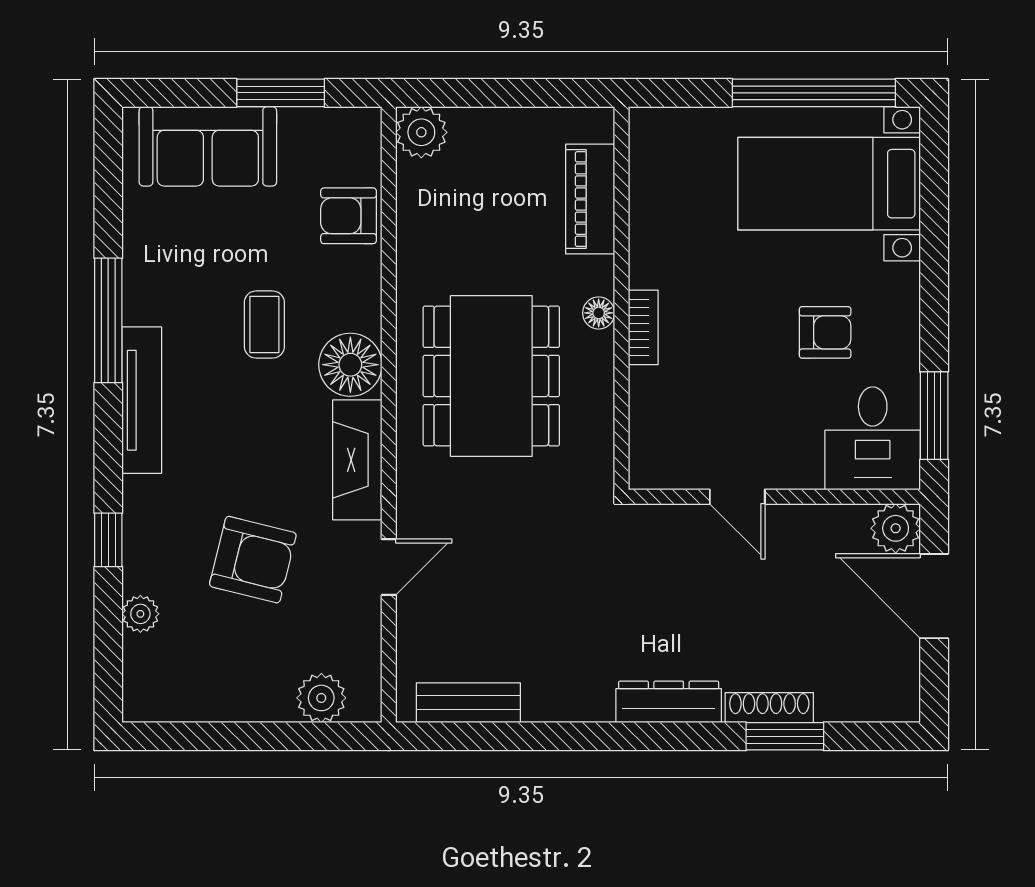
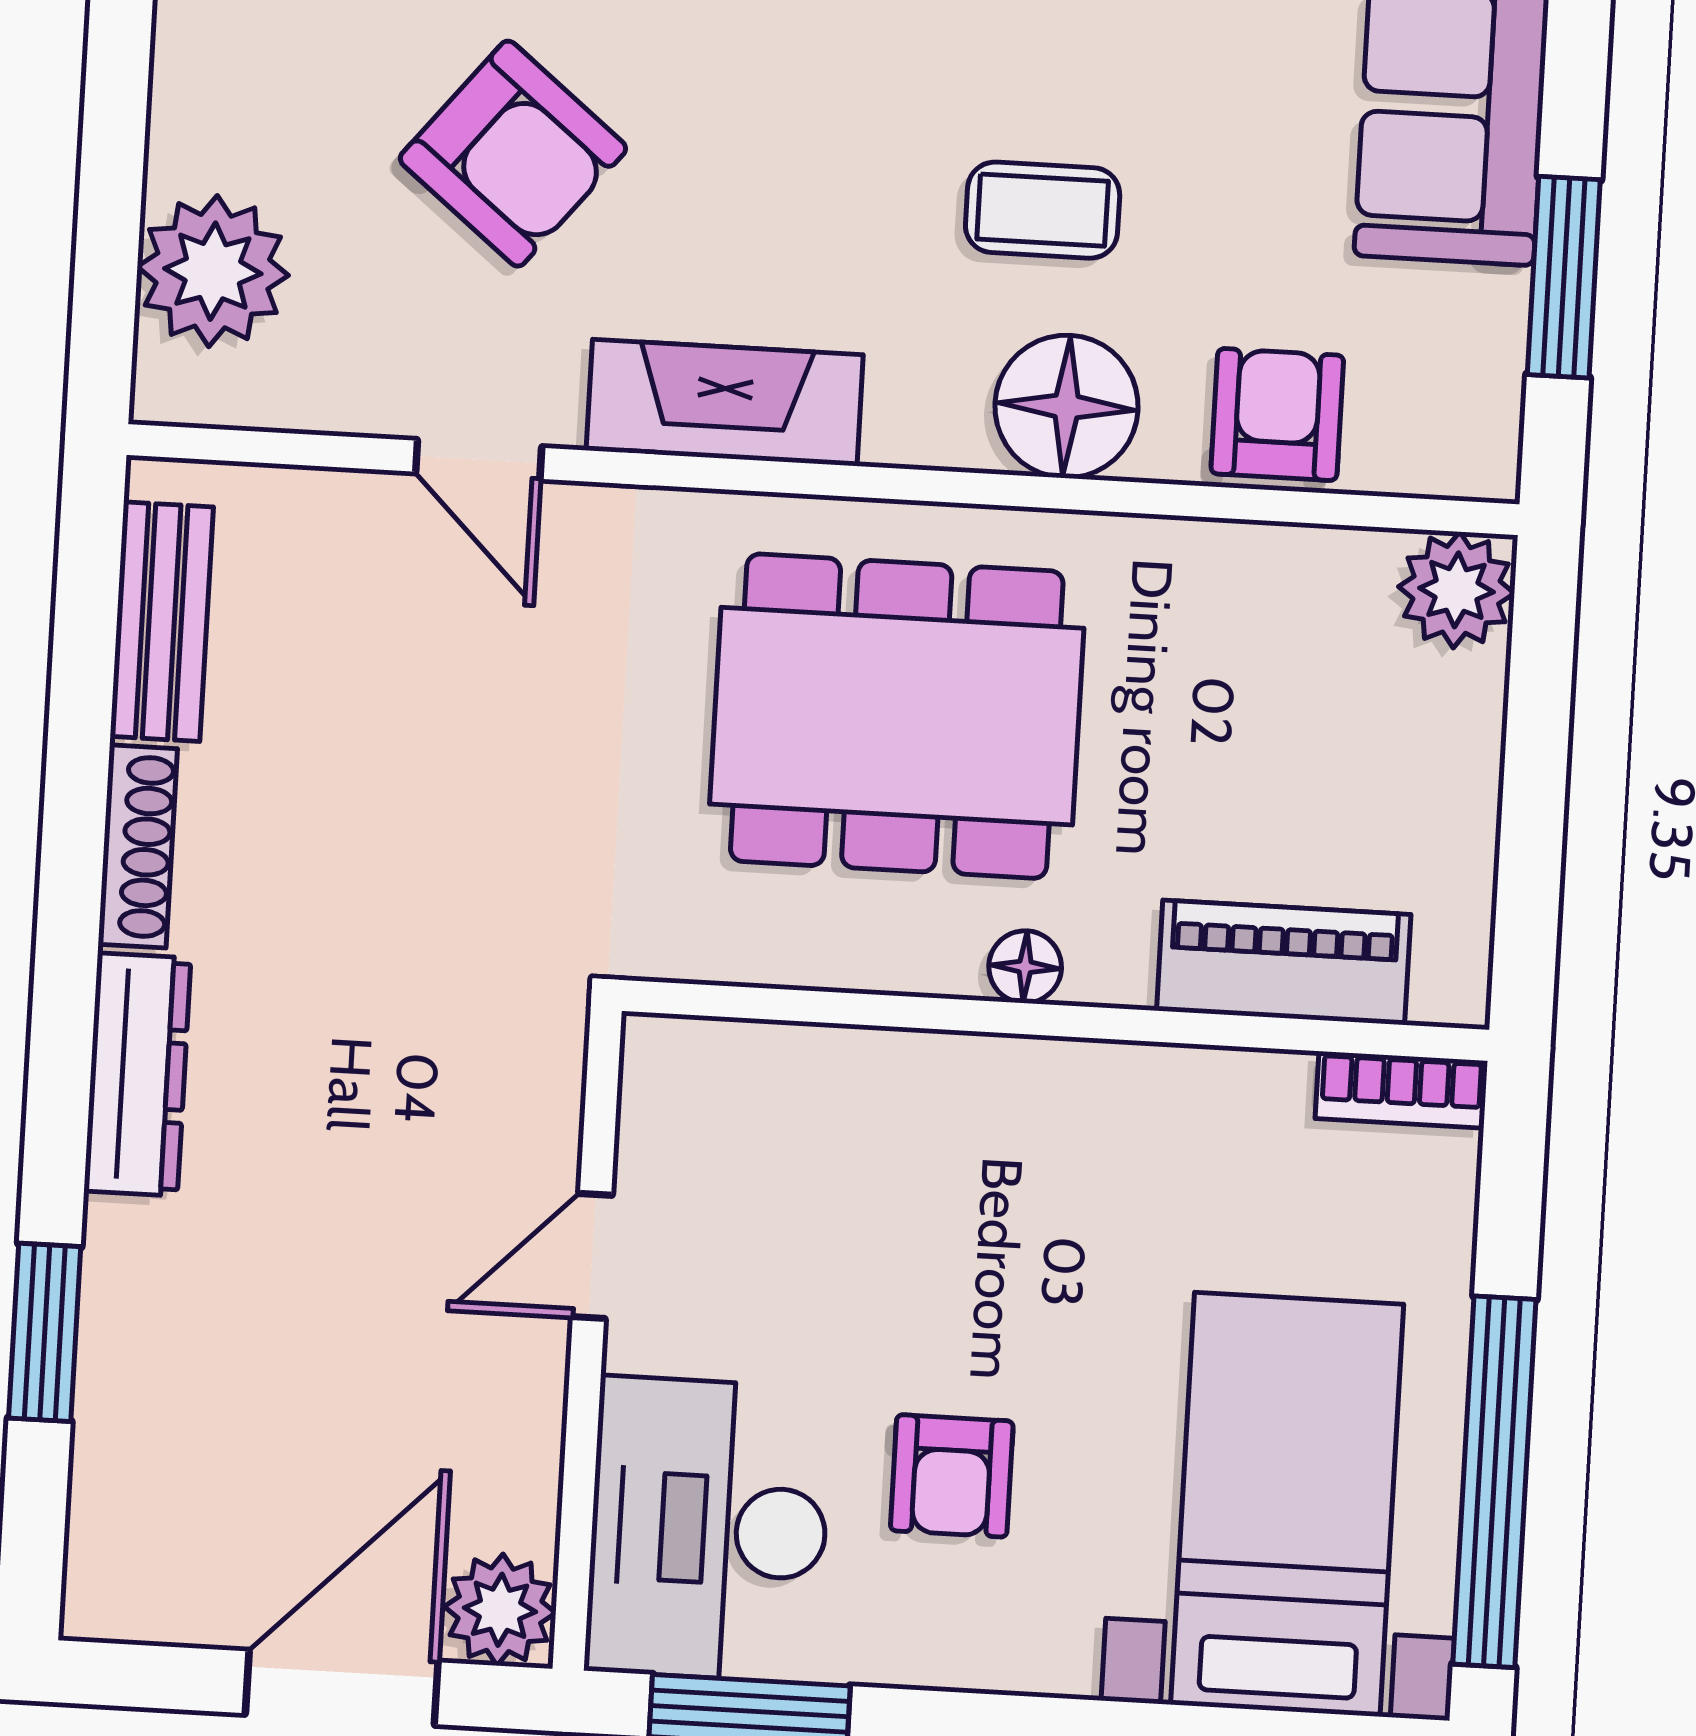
bookcase: (643, 327) -> (1401, 1090), moved
floor lamp: (350, 365) -> (1067, 406), moved
desk: (873, 438) -> (708, 1529), width x1.37
armchair: (253, 560) -> (513, 154), turned -65
plant: (321, 698) -> (213, 271), width x1.36, depth x1.36
shoe rack: (769, 708) -> (138, 846), moved

